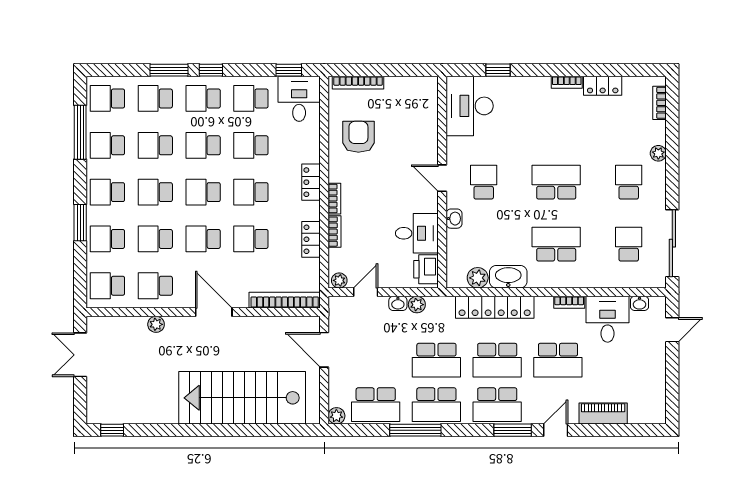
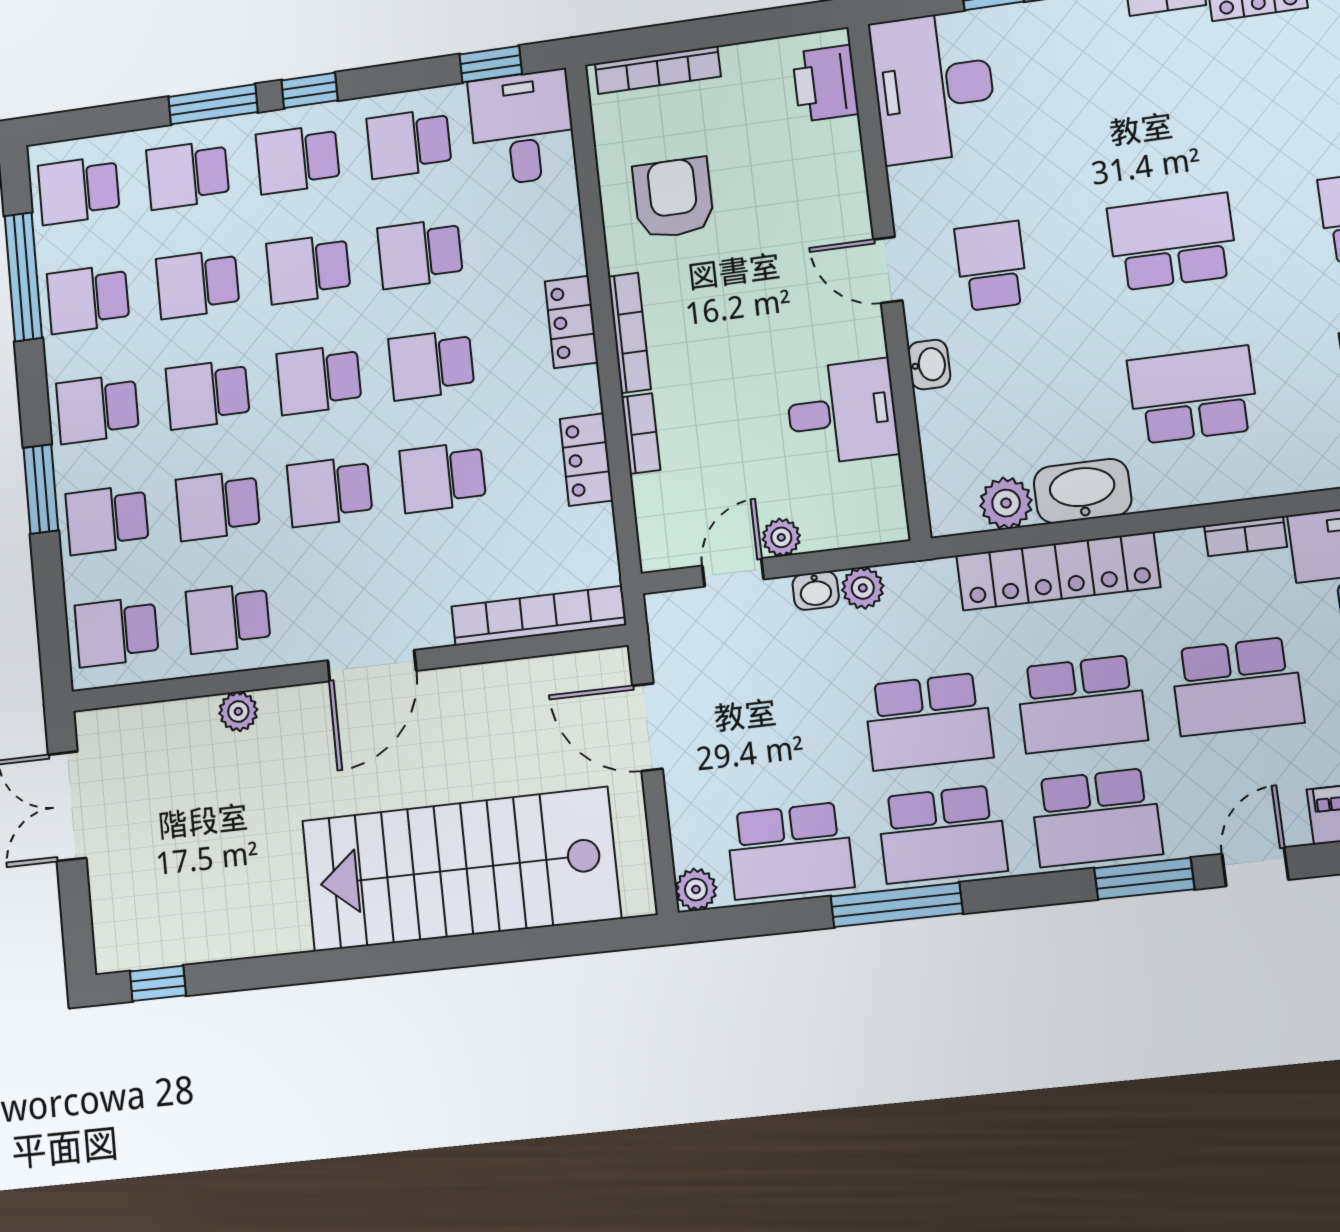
bookcase: (334, 199) -> (629, 333), width x1.56
printer: (426, 269) -> (825, 83), moved
plant: (339, 280) -> (781, 537), moved
door: (214, 312) -> (372, 666), swing flipped

